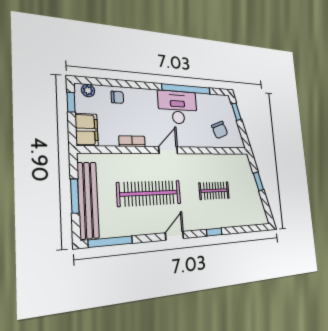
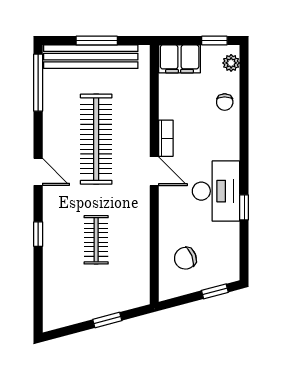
window: (186, 89) -> (244, 207), width x0.32
bookcase: (132, 141) -> (166, 138), moved

